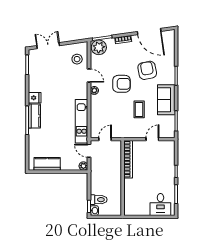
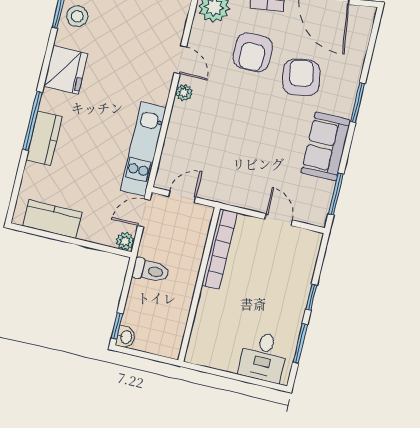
stool: (77, 59) -> (77, 16), moved
armchair: (122, 84) -> (253, 52), moved, turned 90
fridge: (35, 98) -> (66, 70), width x1.88, depth x1.34
coffee table: (139, 109) -> (266, 153), removed
kitchen counter: (34, 116) -> (44, 138), moved
door: (152, 139) -> (279, 220), hinge flipped
door: (89, 151) -> (144, 213), hinge flipped
toilet: (99, 200) -> (151, 271), moved

